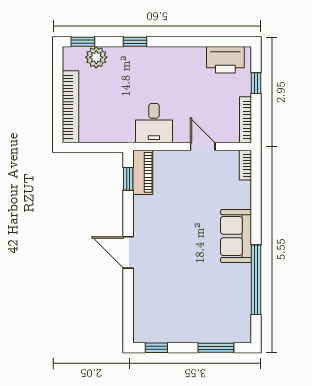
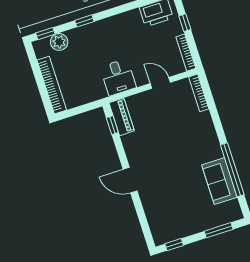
bookcase: (245, 165) -> (199, 93), width x1.56
sofa: (236, 236) -> (219, 181), moved

